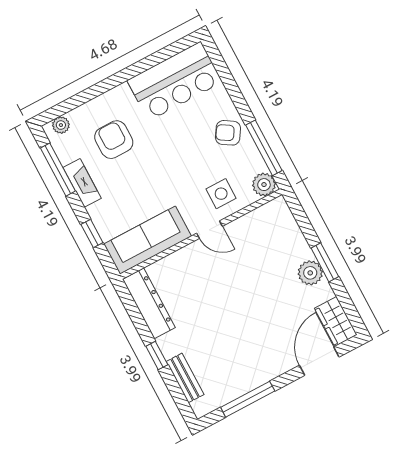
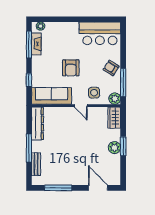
armchair: (114, 140) -> (71, 68), moved, turned 180
fireplace: (82, 183) -> (36, 44), moved
wardrobe: (336, 322) -> (114, 118), moved
window: (157, 356) -> (29, 148), width x2.17
door: (319, 361) -> (98, 188), hinge flipped

